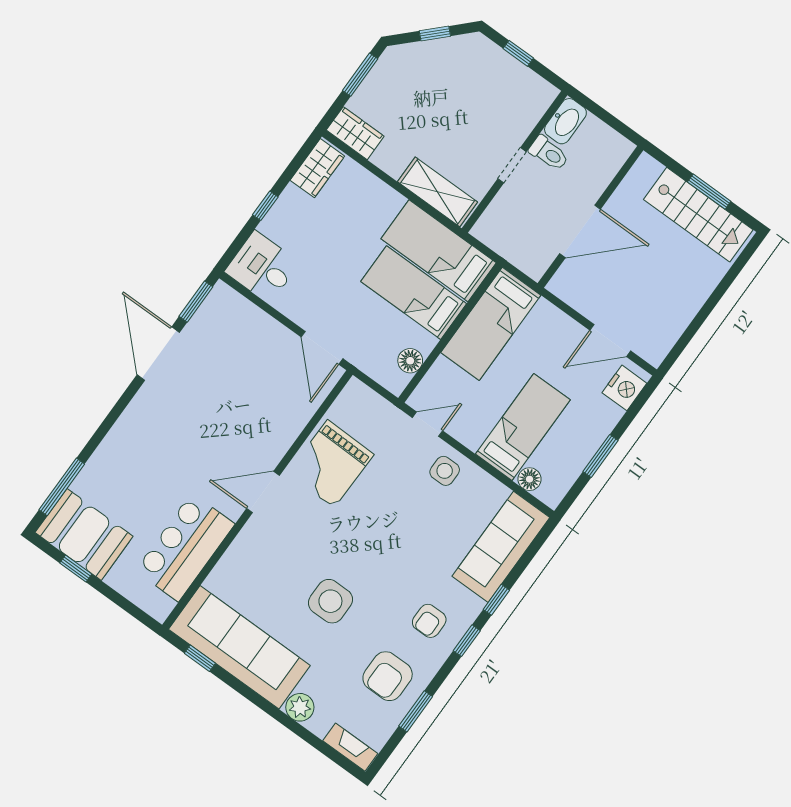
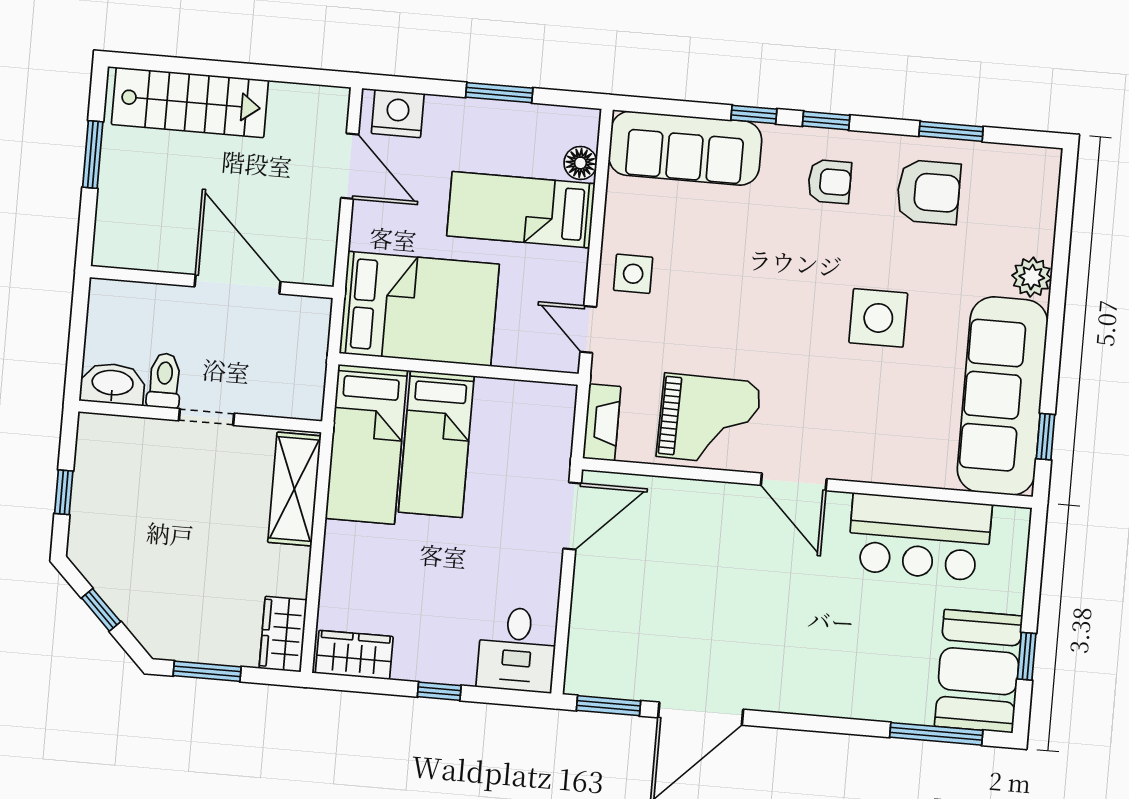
stairs: (698, 215) -> (190, 102), moved, turned 90
bed: (491, 324) -> (419, 309), width x1.50
floor lamp: (410, 361) -> (523, 398), removed
fireplace: (350, 747) -> (602, 422), moved, turned 180

